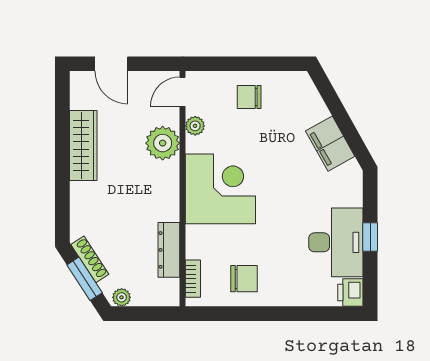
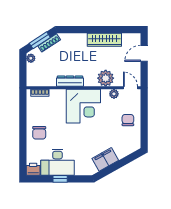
dresser: (169, 250) -> (70, 81), moved
chair: (244, 279) -> (39, 133), moved

